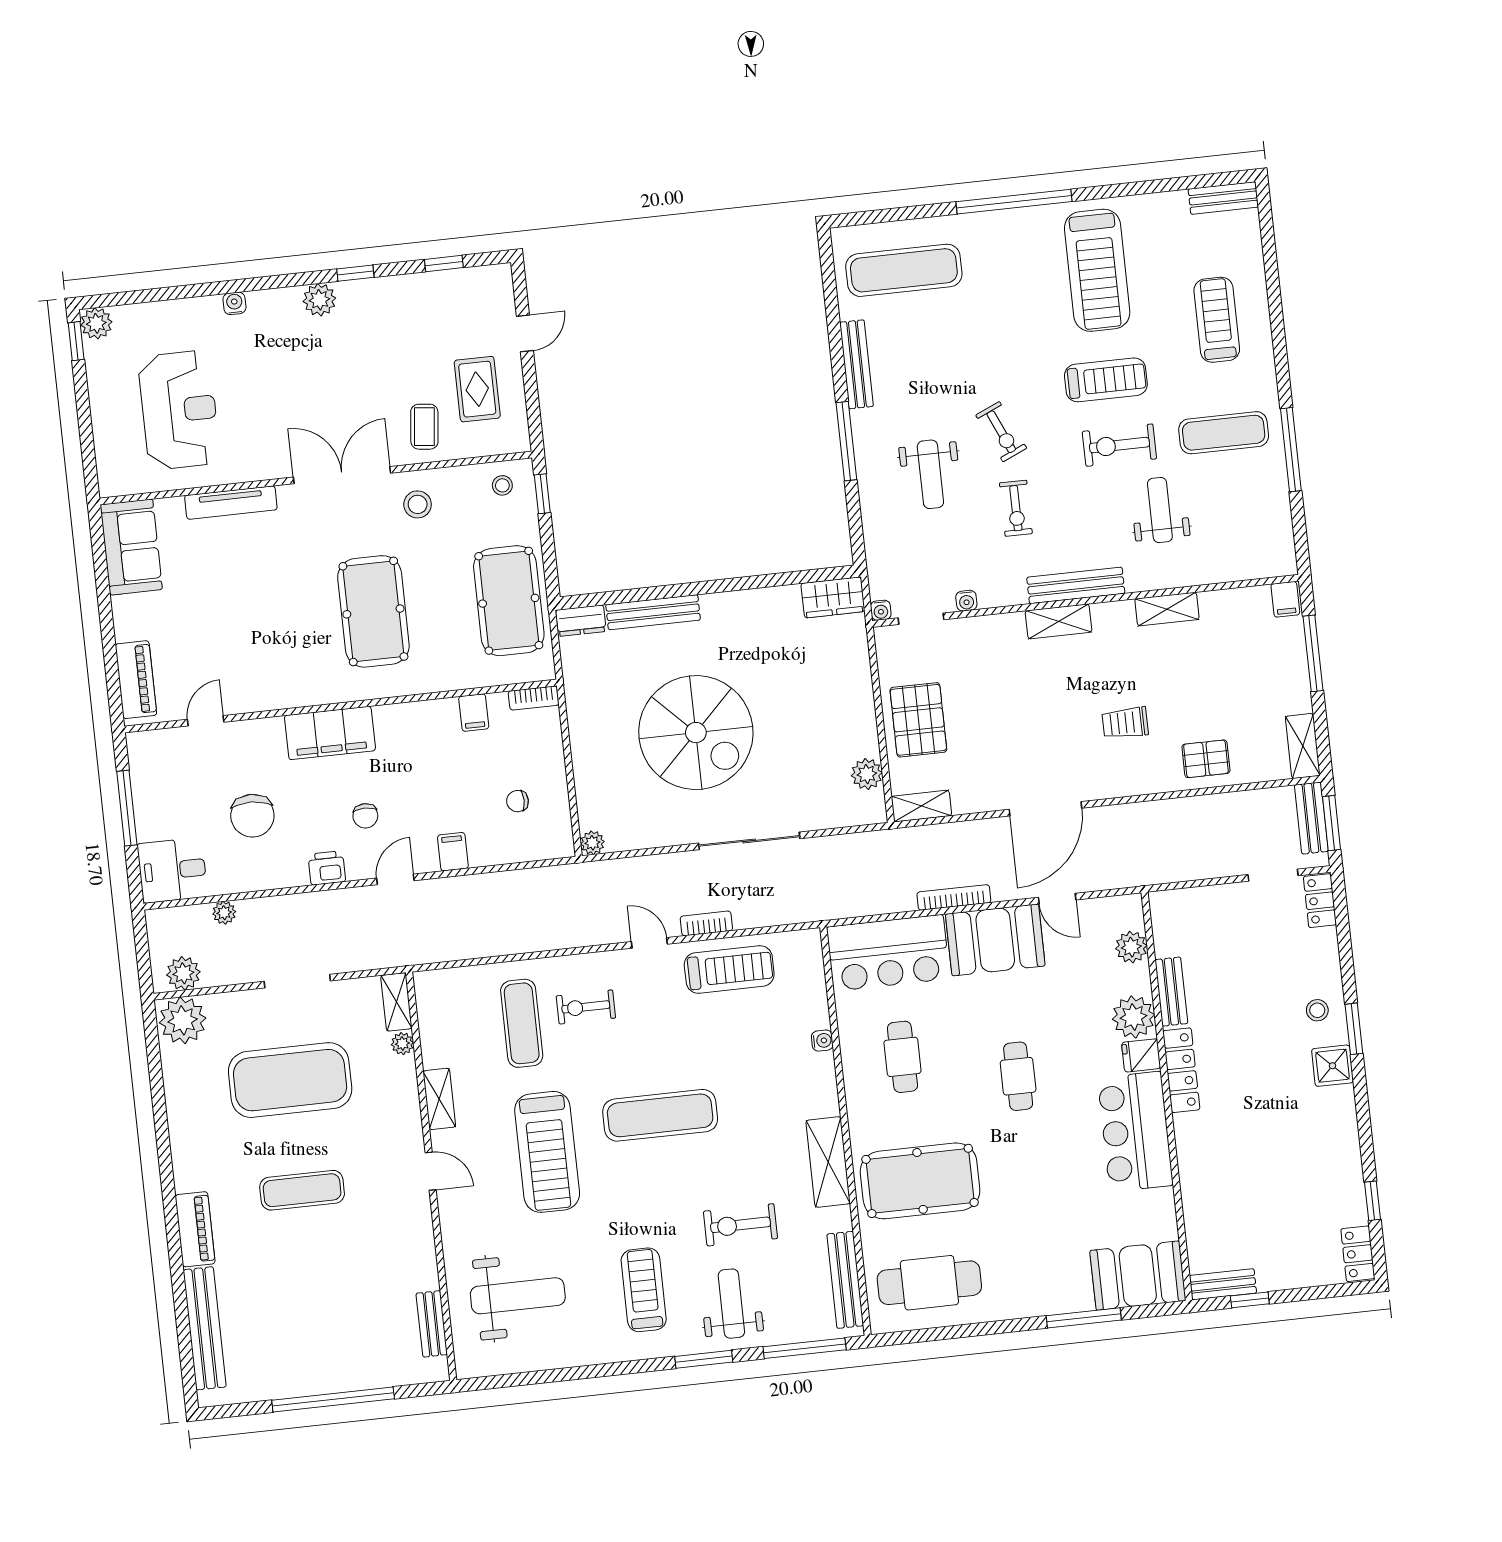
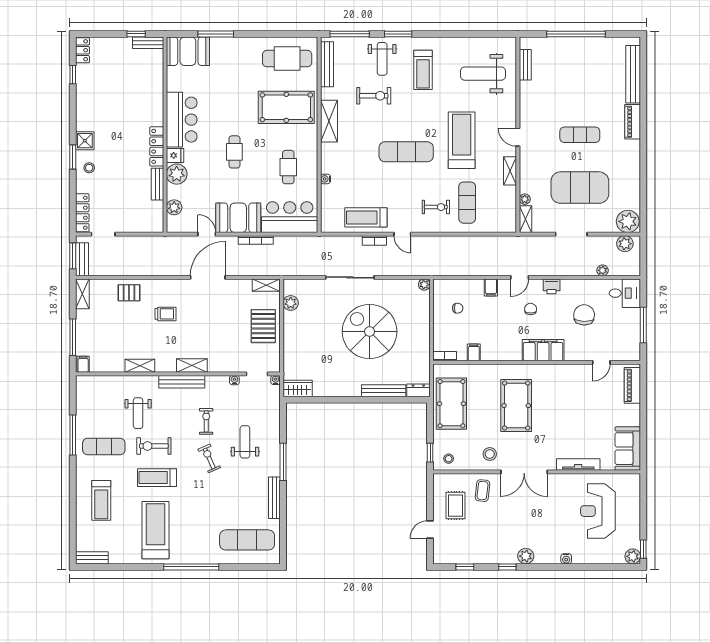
exercise bike: (1119, 445) -> (154, 446), turned 180
locker: (1320, 901) -> (82, 213), width x1.53

